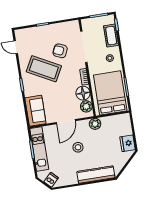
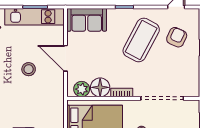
armchair: (60, 51) -> (177, 37), moved
plant: (95, 124) -> (56, 97), removed

